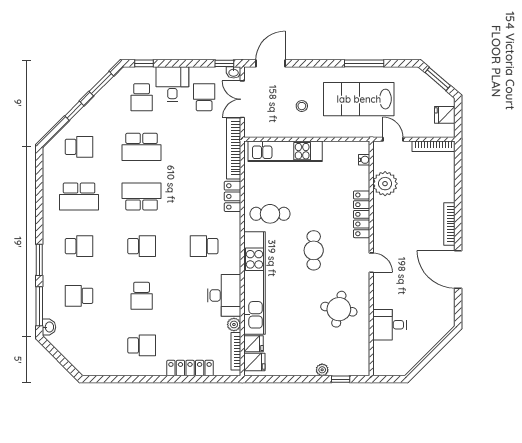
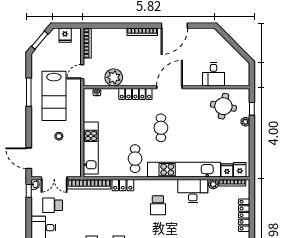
cafe table: (314, 250) -> (161, 128), turned 90
door: (371, 263) -> (170, 87), width x1.87
round table: (339, 309) -> (223, 106), moved

